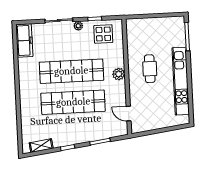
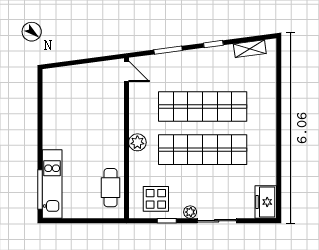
freezer: (24, 40) -> (266, 202), width x0.71
cafe table: (150, 69) -> (111, 188), moved
kitchen unit: (181, 81) -> (52, 184), moved, width x0.73
door: (129, 114) -> (126, 71), moved

